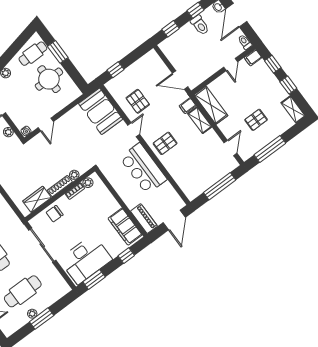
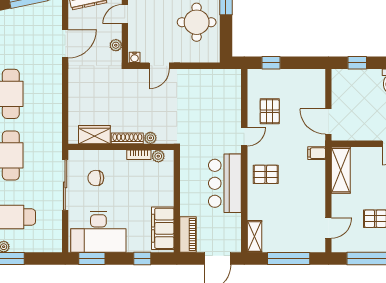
booth: (101, 111) -> (225, 93), removed
shelving: (200, 120) -> (255, 236), moved
chair: (55, 214) -> (96, 178), moved

